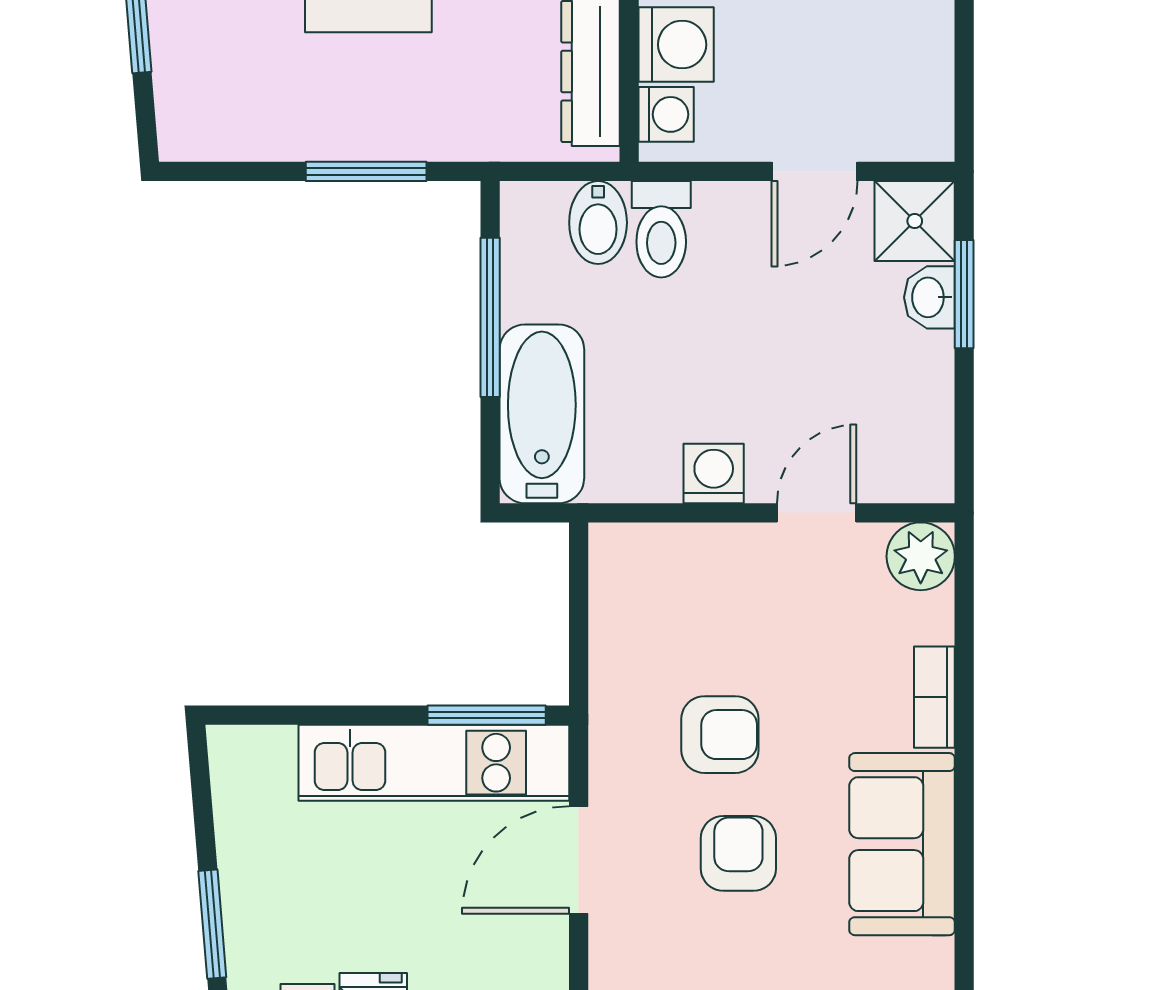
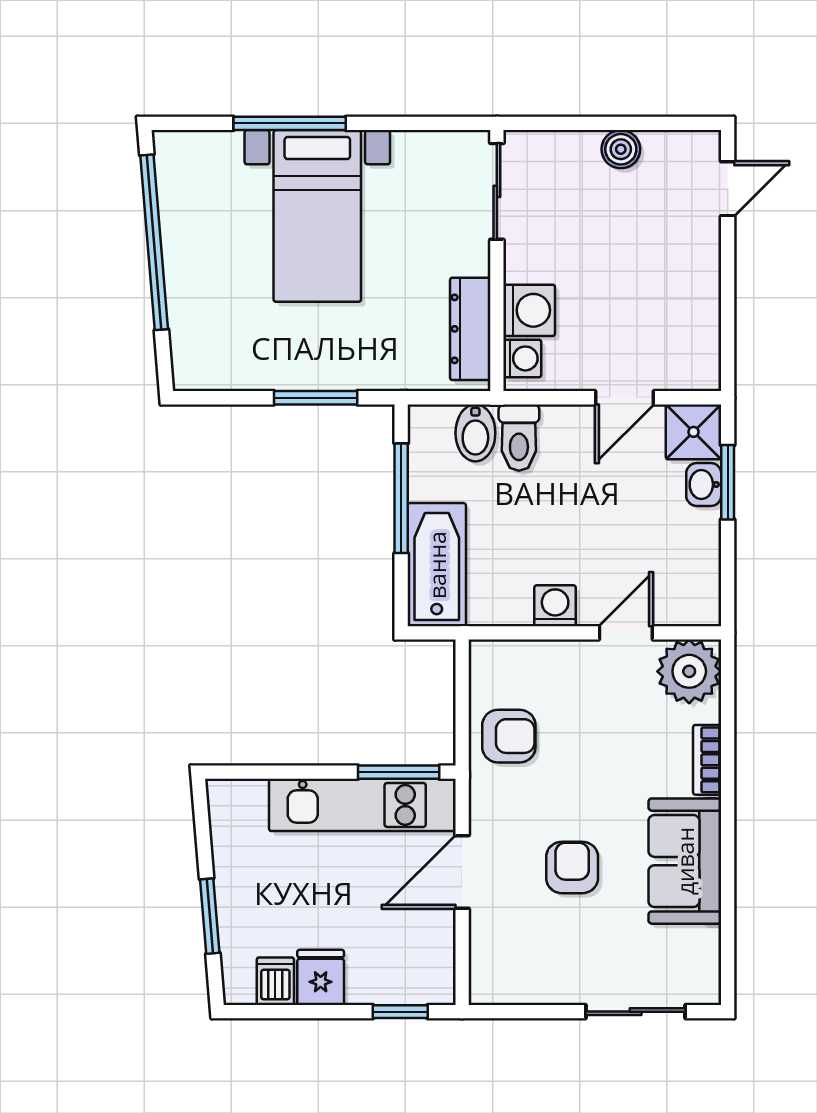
plant: (921, 556) -> (689, 671), width x1.36, depth x1.36
armchair: (720, 735) -> (509, 736), moved

